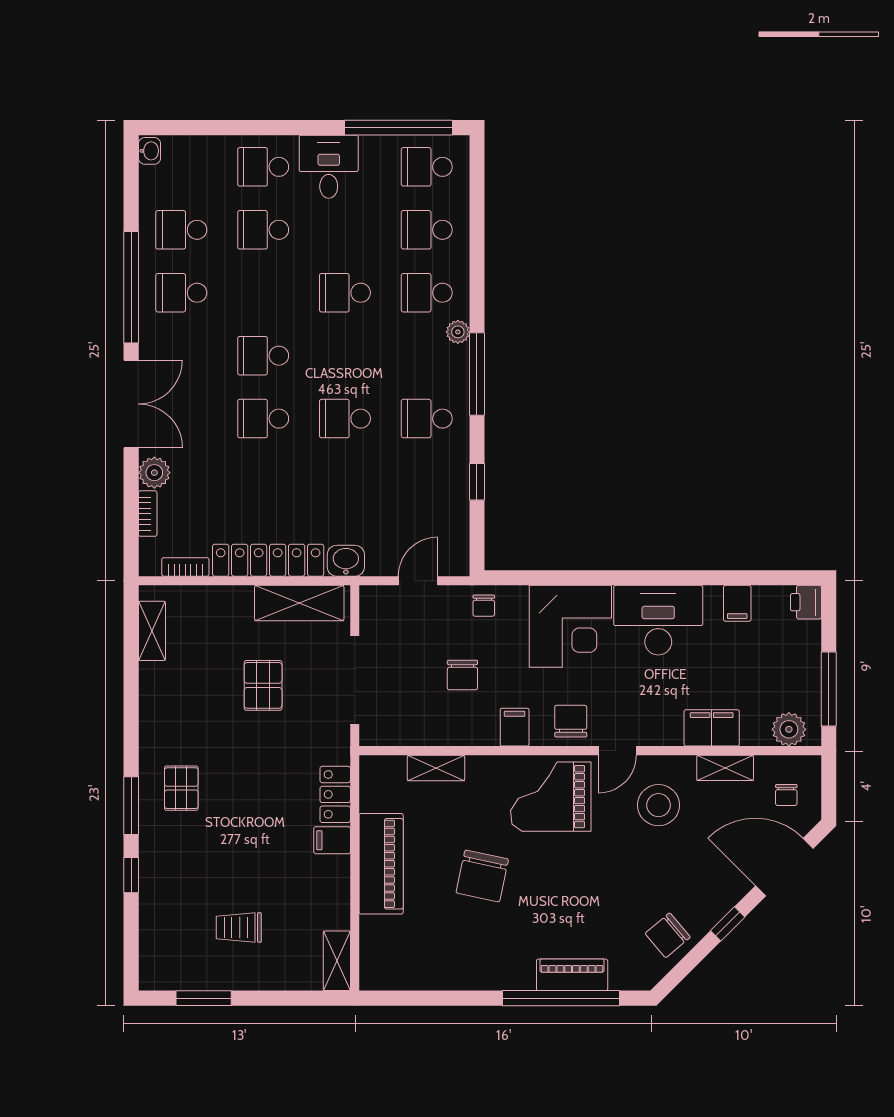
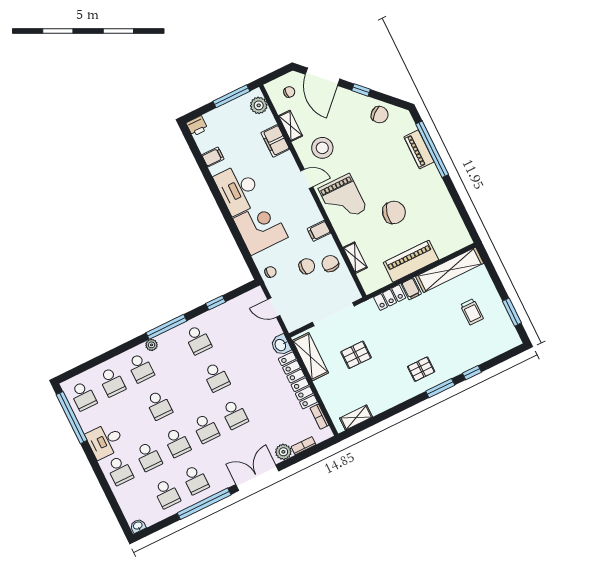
school desk: (263, 293) -> (177, 442), added
chair: (571, 721) -> (330, 264), moved, turned 90
shelving: (337, 961) -> (450, 270), width x2.20, depth x1.33

